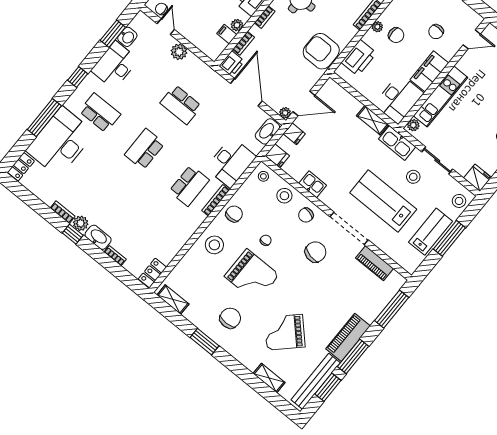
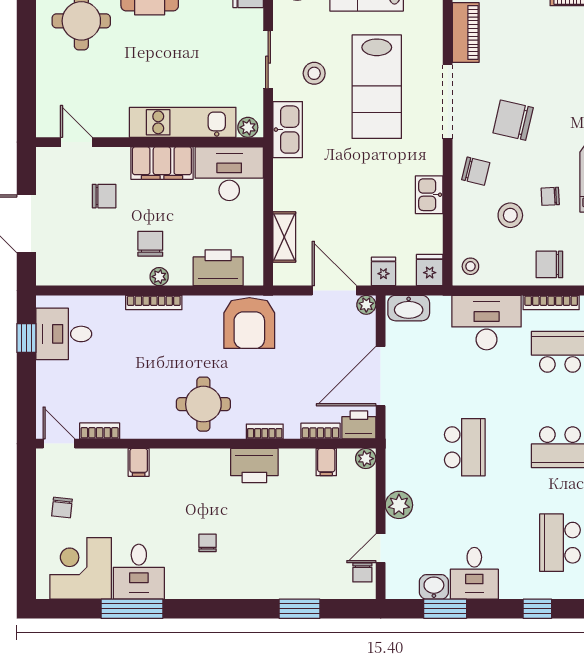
plant: (237, 25) -> (366, 459), moved
desk: (115, 65) -> (474, 573), width x0.73
shelving: (373, 120) -> (284, 237), moved
stool: (284, 196) -> (510, 215), moved

